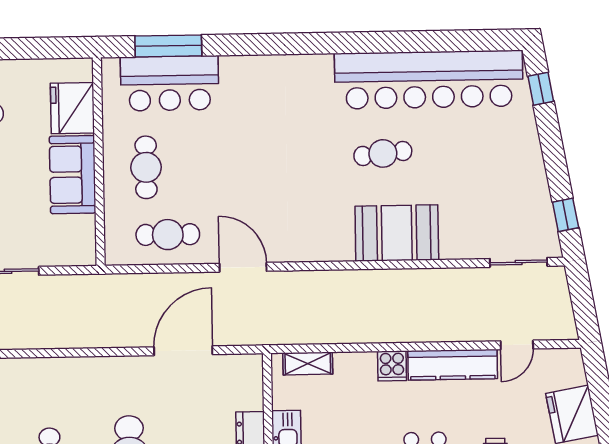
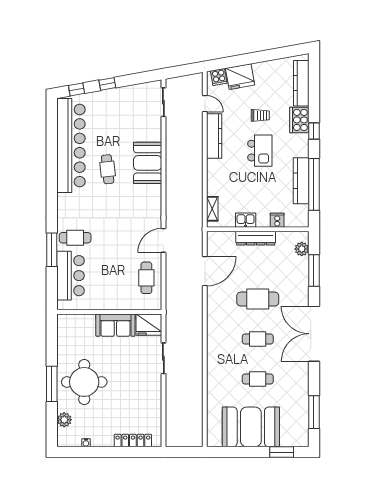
window: (168, 46) -> (52, 250), moved
fridge: (72, 108) -> (149, 325), moved
cafe table: (146, 167) -> (75, 238), moved
window: (566, 215) -> (107, 84), moved
door: (183, 351) -> (205, 271), swing flipped
cooker: (392, 366) -> (219, 77), moved, turned 80

